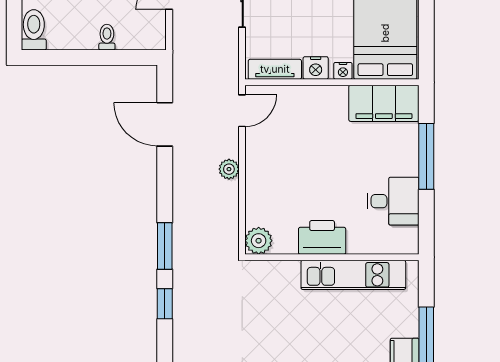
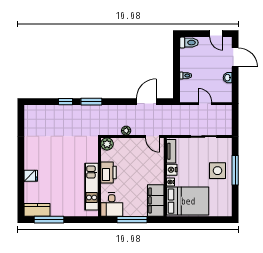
printer: (322, 237) -> (109, 173), moved
plant: (259, 241) -> (107, 144), moved
wall: (332, 257) -> (100, 177), moved
kitchen unit: (353, 275) -> (92, 187), moved

